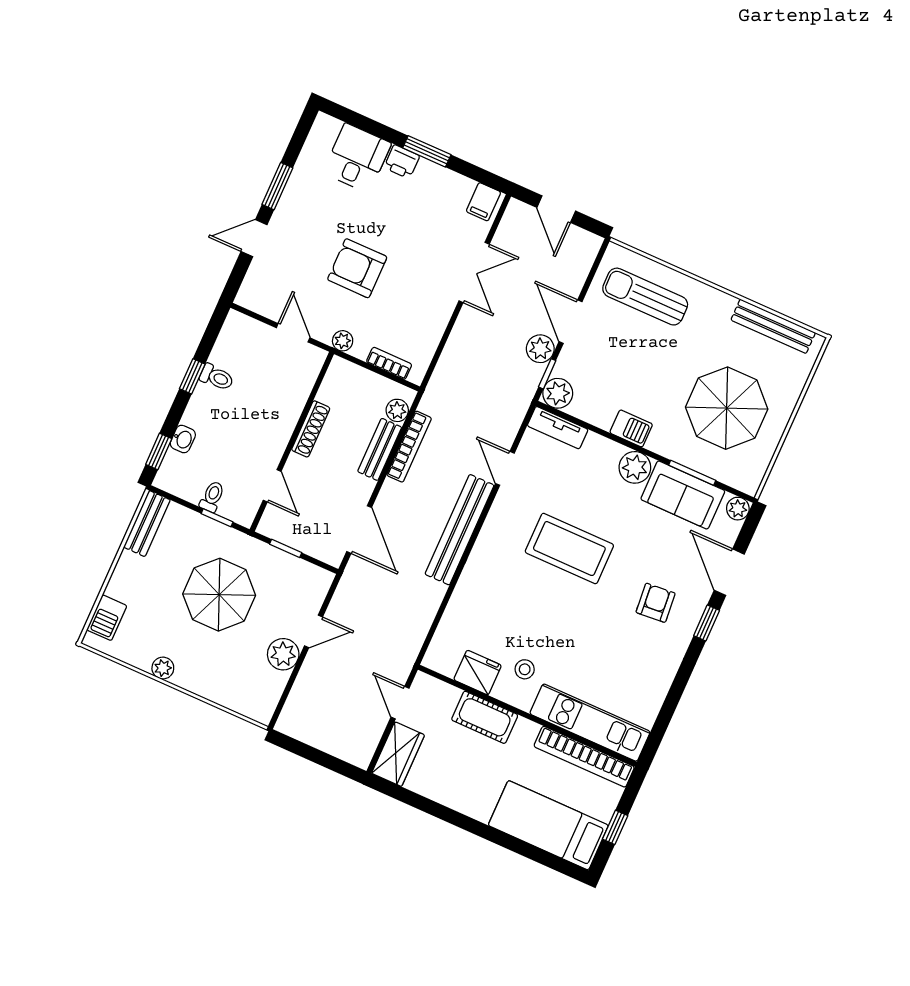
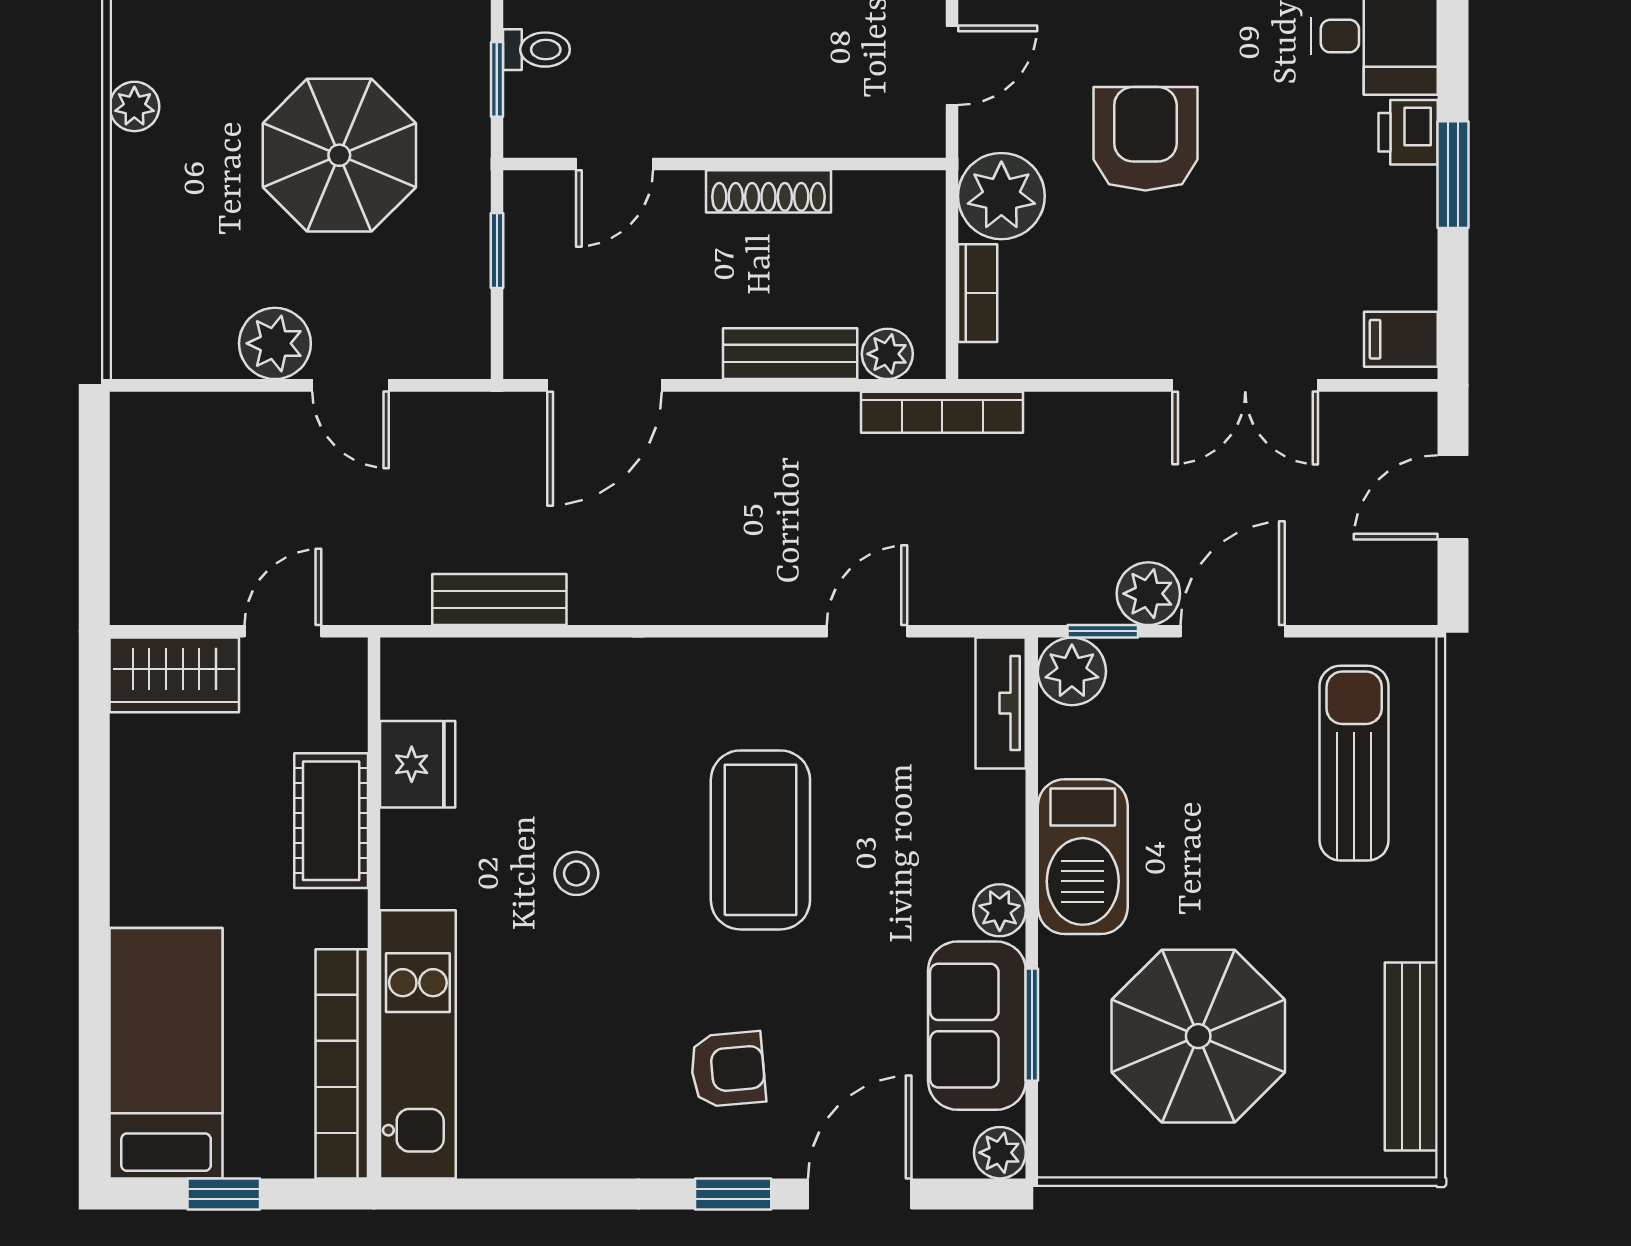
plant: (343, 341) -> (1001, 196), width x1.87, depth x1.87
barbecue: (631, 428) -> (1083, 857), width x1.88, depth x1.53
bookcase: (409, 447) -> (942, 412), moved
plant: (635, 467) -> (1000, 910), width x0.73, depth x0.73
bench: (459, 530) -> (499, 600), moved, width x0.54, depth x0.82
stool: (525, 669) -> (576, 873), moved

